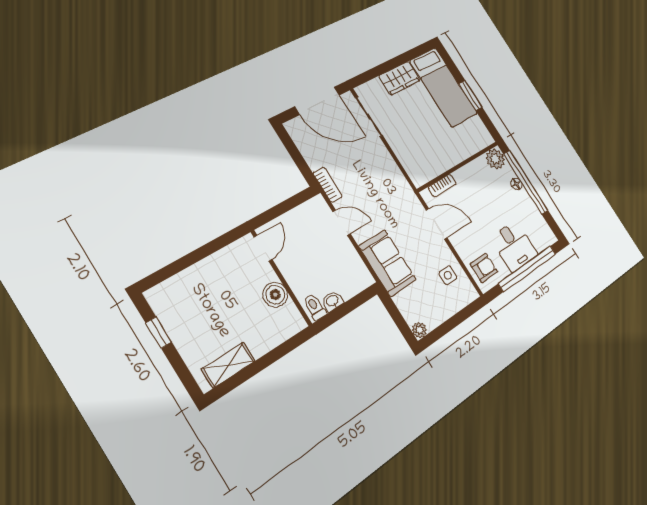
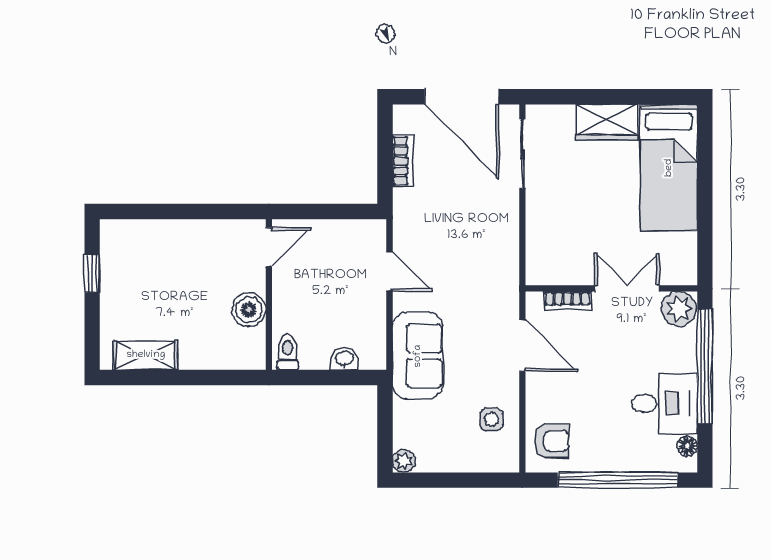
window: (470, 96) -> (705, 200), removed
double door: (465, 162) -> (627, 288), added
floor lamp: (516, 184) -> (687, 446), moved
bookcase: (328, 185) -> (403, 161), moved
desk: (514, 246) -> (665, 403), moved, turned -90
washbasin: (333, 301) -> (344, 359), moved

